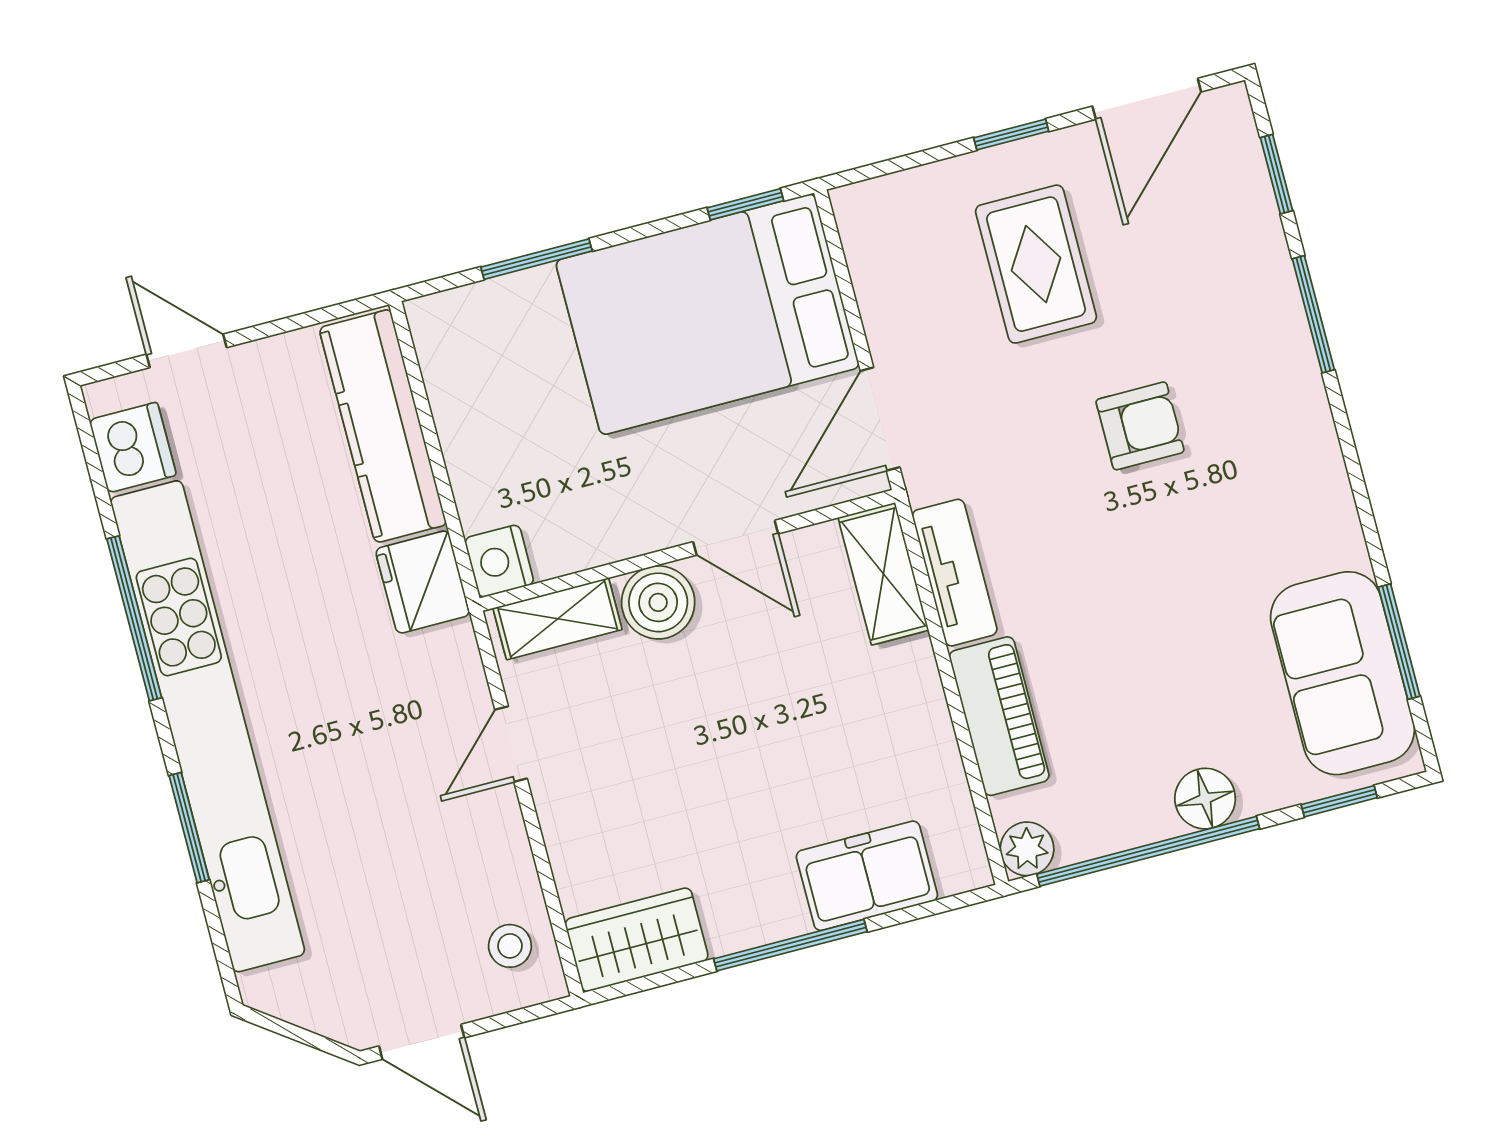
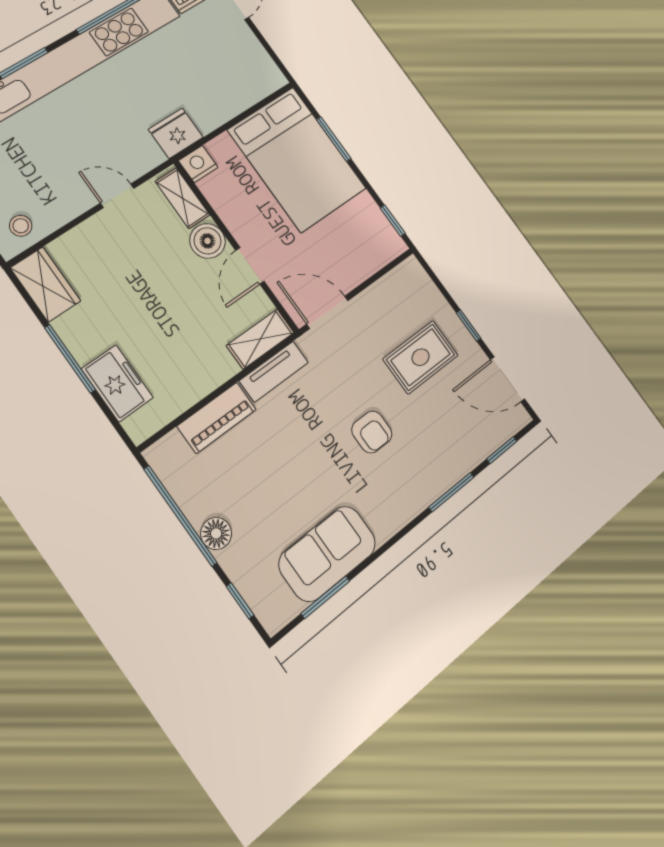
bed: (708, 314) -> (297, 159), moved, turned 180
kitchen counter: (383, 426) -> (237, 95), removed
sofa: (1343, 673) -> (327, 554), moved
plant: (1027, 849) -> (159, 456), removed

